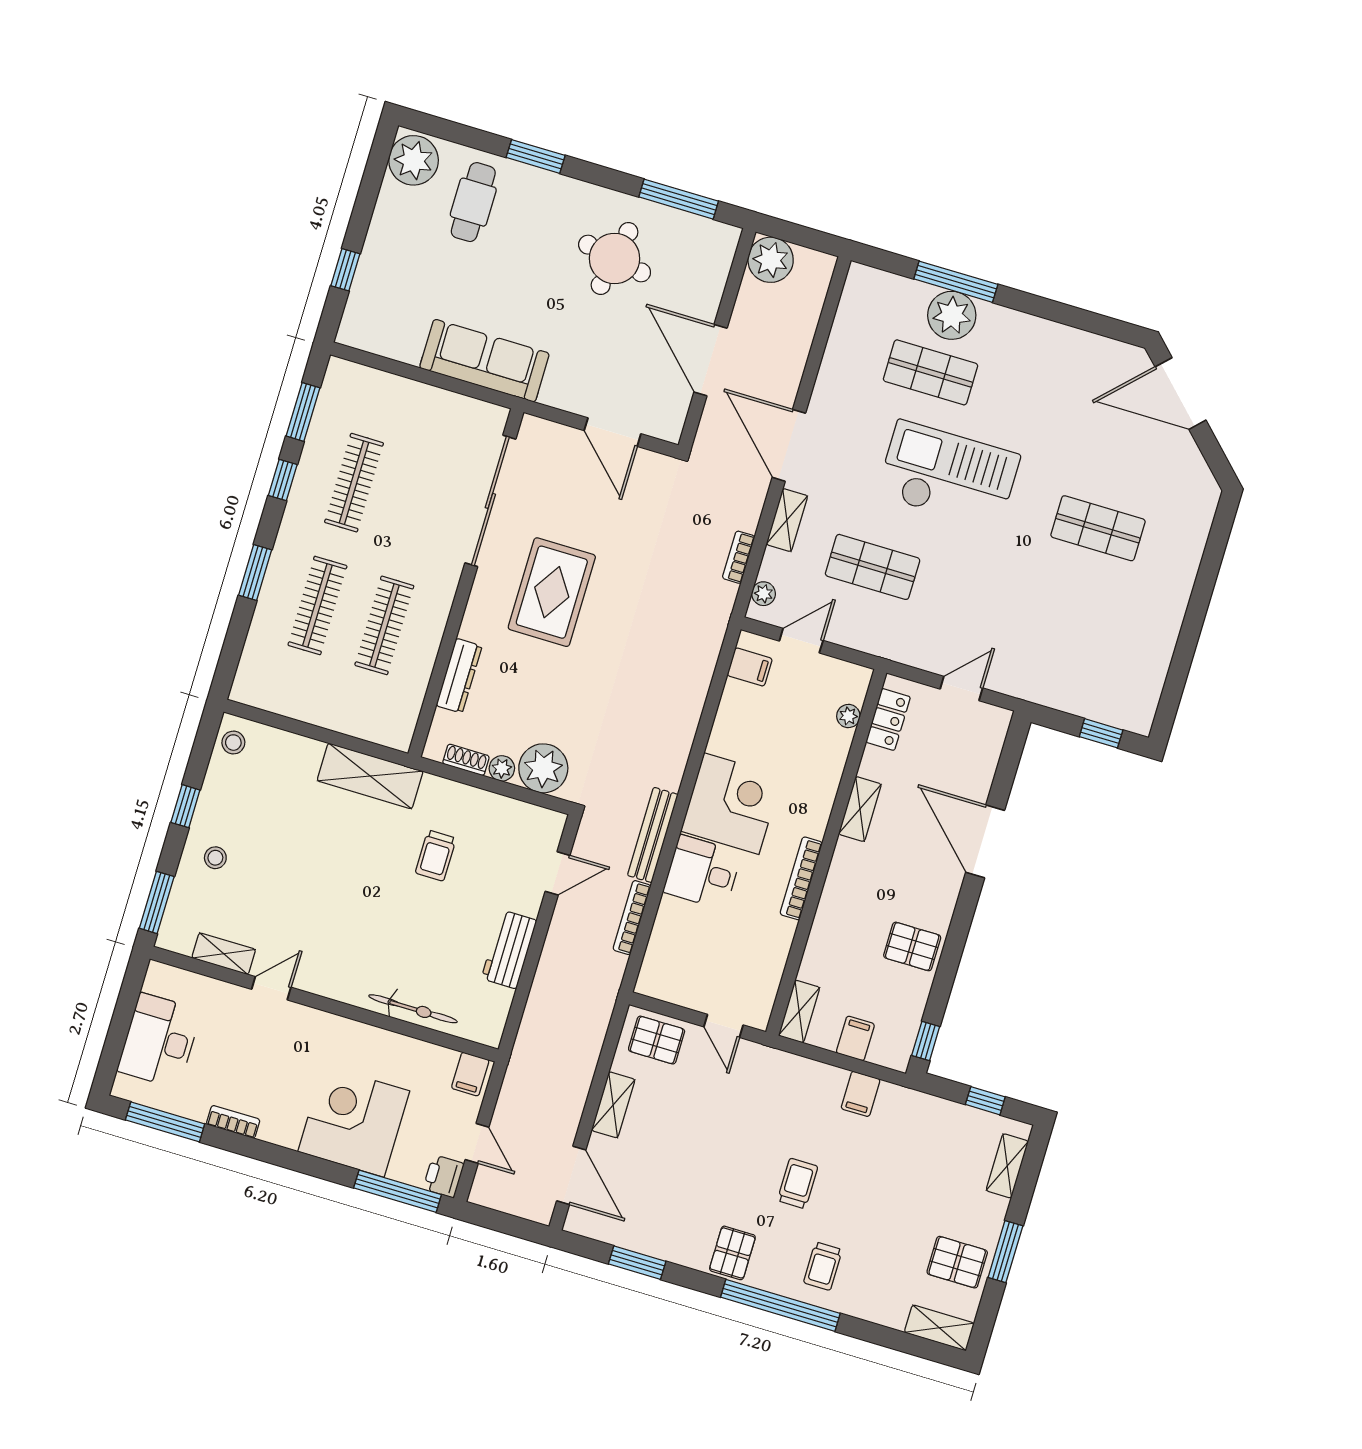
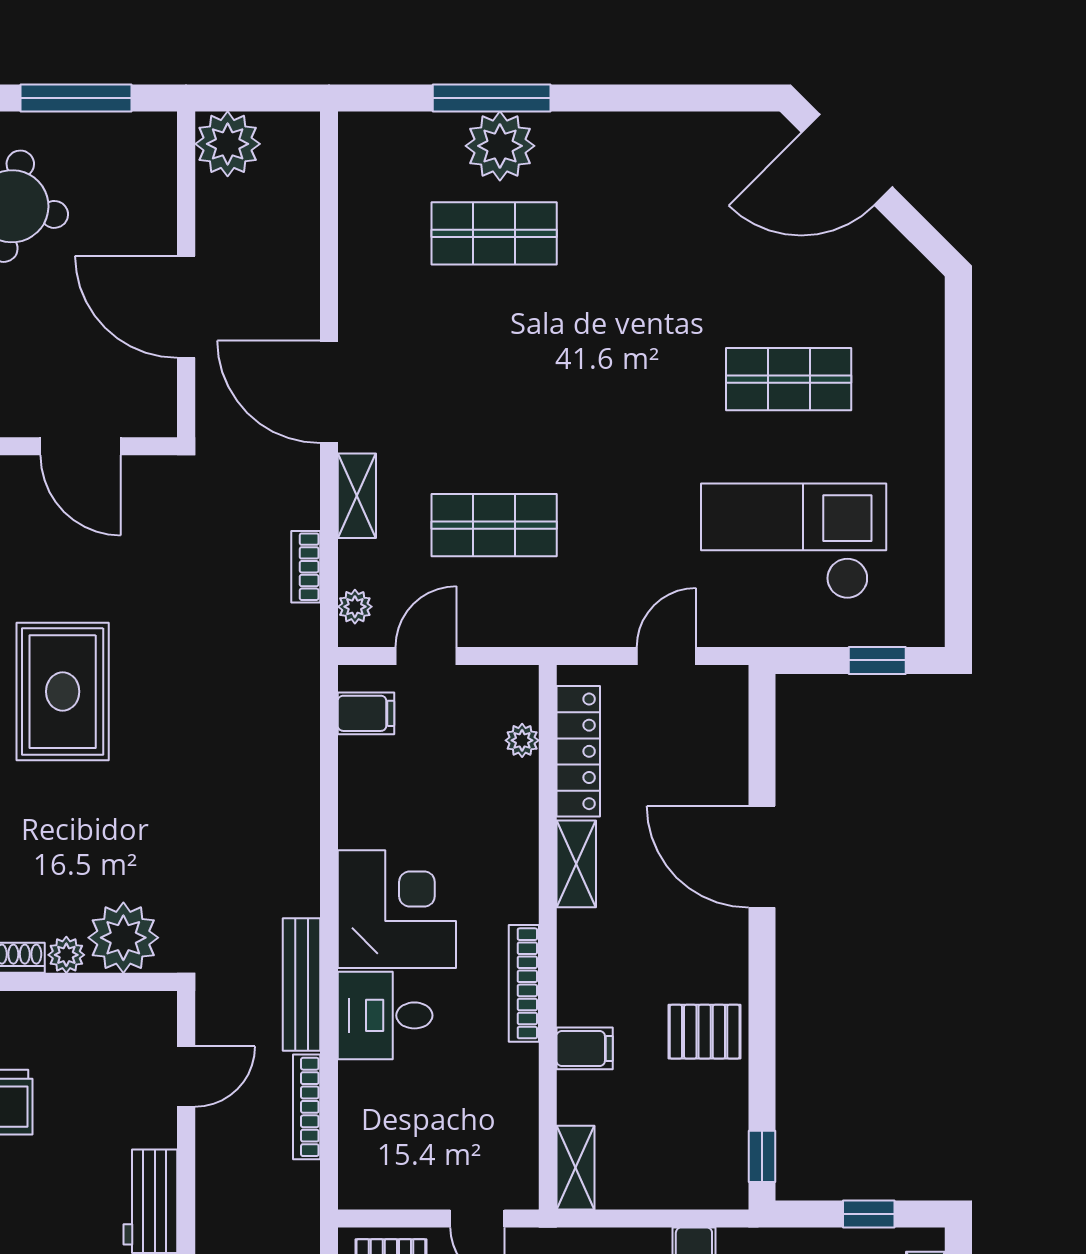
checkout: (948, 475) -> (794, 541), moved
locker: (888, 719) -> (578, 751), width x1.53
filing cabinet: (855, 1038) -> (585, 1048), moved, turned 90

